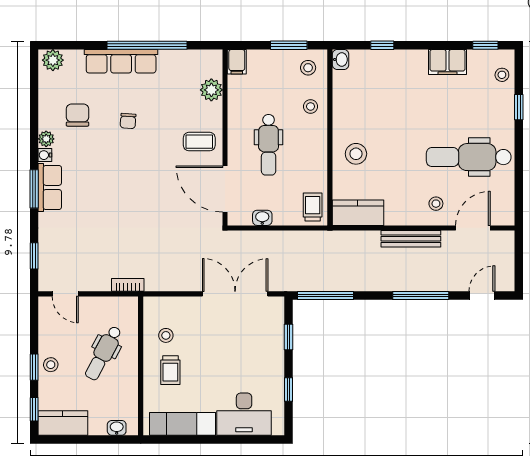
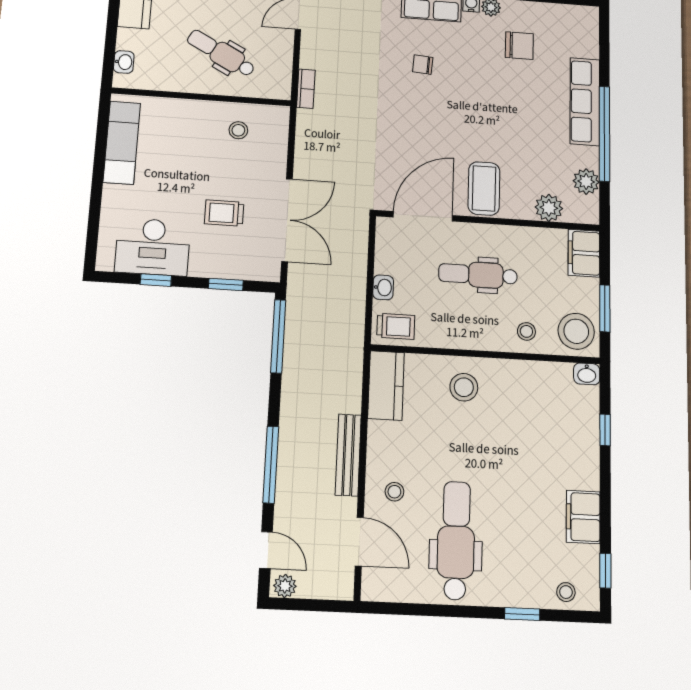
plant: (53, 60) -> (586, 181), moved
filing cabinet: (237, 62) -> (584, 253), width x2.00
stool: (308, 68) -> (576, 331), width x1.89, depth x1.89
chair: (128, 121) -> (423, 65), moved
coffee table: (199, 142) -> (484, 188), width x1.36, depth x1.30
washbasin: (262, 218) -> (383, 287), moved
plant: (506, 280) -> (285, 586), added
trolley: (170, 370) -> (224, 213), moved
desk: (244, 414) -> (153, 247), moved, turned -90

